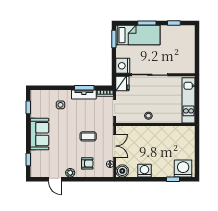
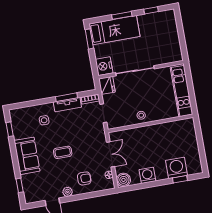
coffee table: (88, 136) -> (63, 152), moved
washing machine: (183, 169) -> (177, 168), moved

